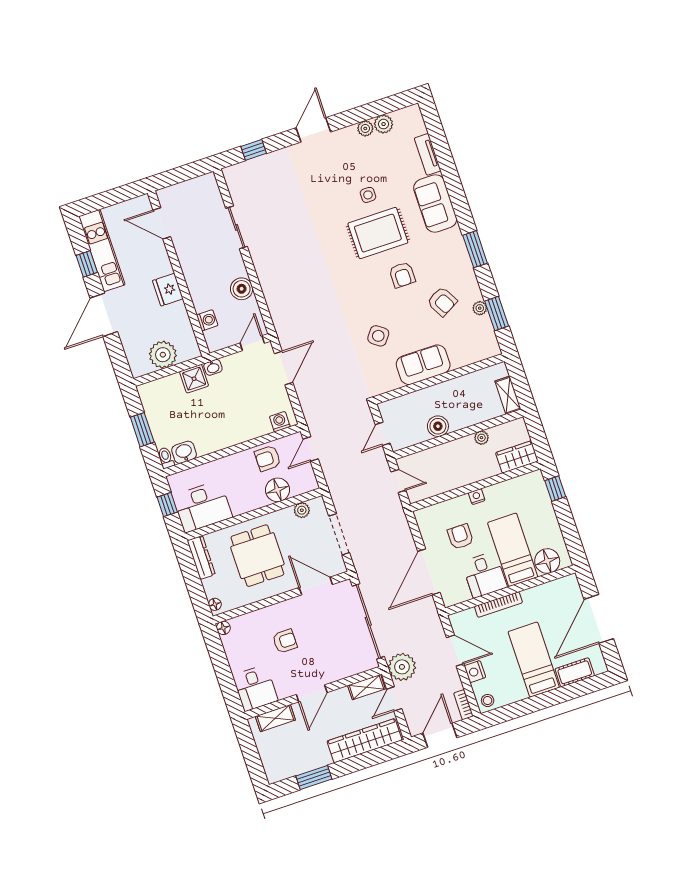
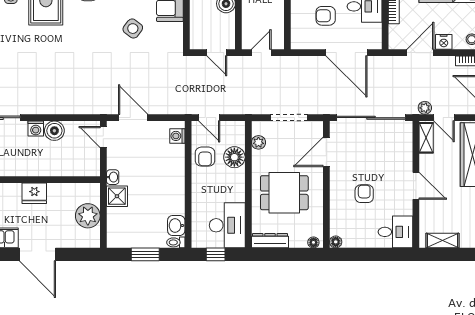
washing machine: (207, 320) -> (36, 129), moved, turned 180
plant: (402, 667) -> (425, 108), width x0.53, depth x0.53
shelving: (275, 718) -> (443, 241), moved, turned 90

